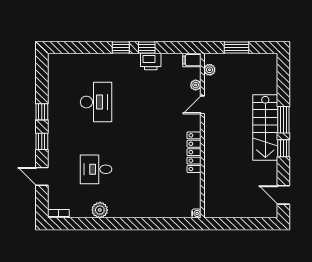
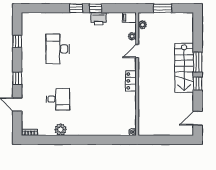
desk: (96, 102) -> (58, 49), turned 180
window: (42, 112) -> (17, 41), moved
locker: (194, 152) -> (131, 81), width x0.66
desk: (96, 169) -> (58, 99), turned 180
door: (283, 195) -> (198, 118), hinge flipped

